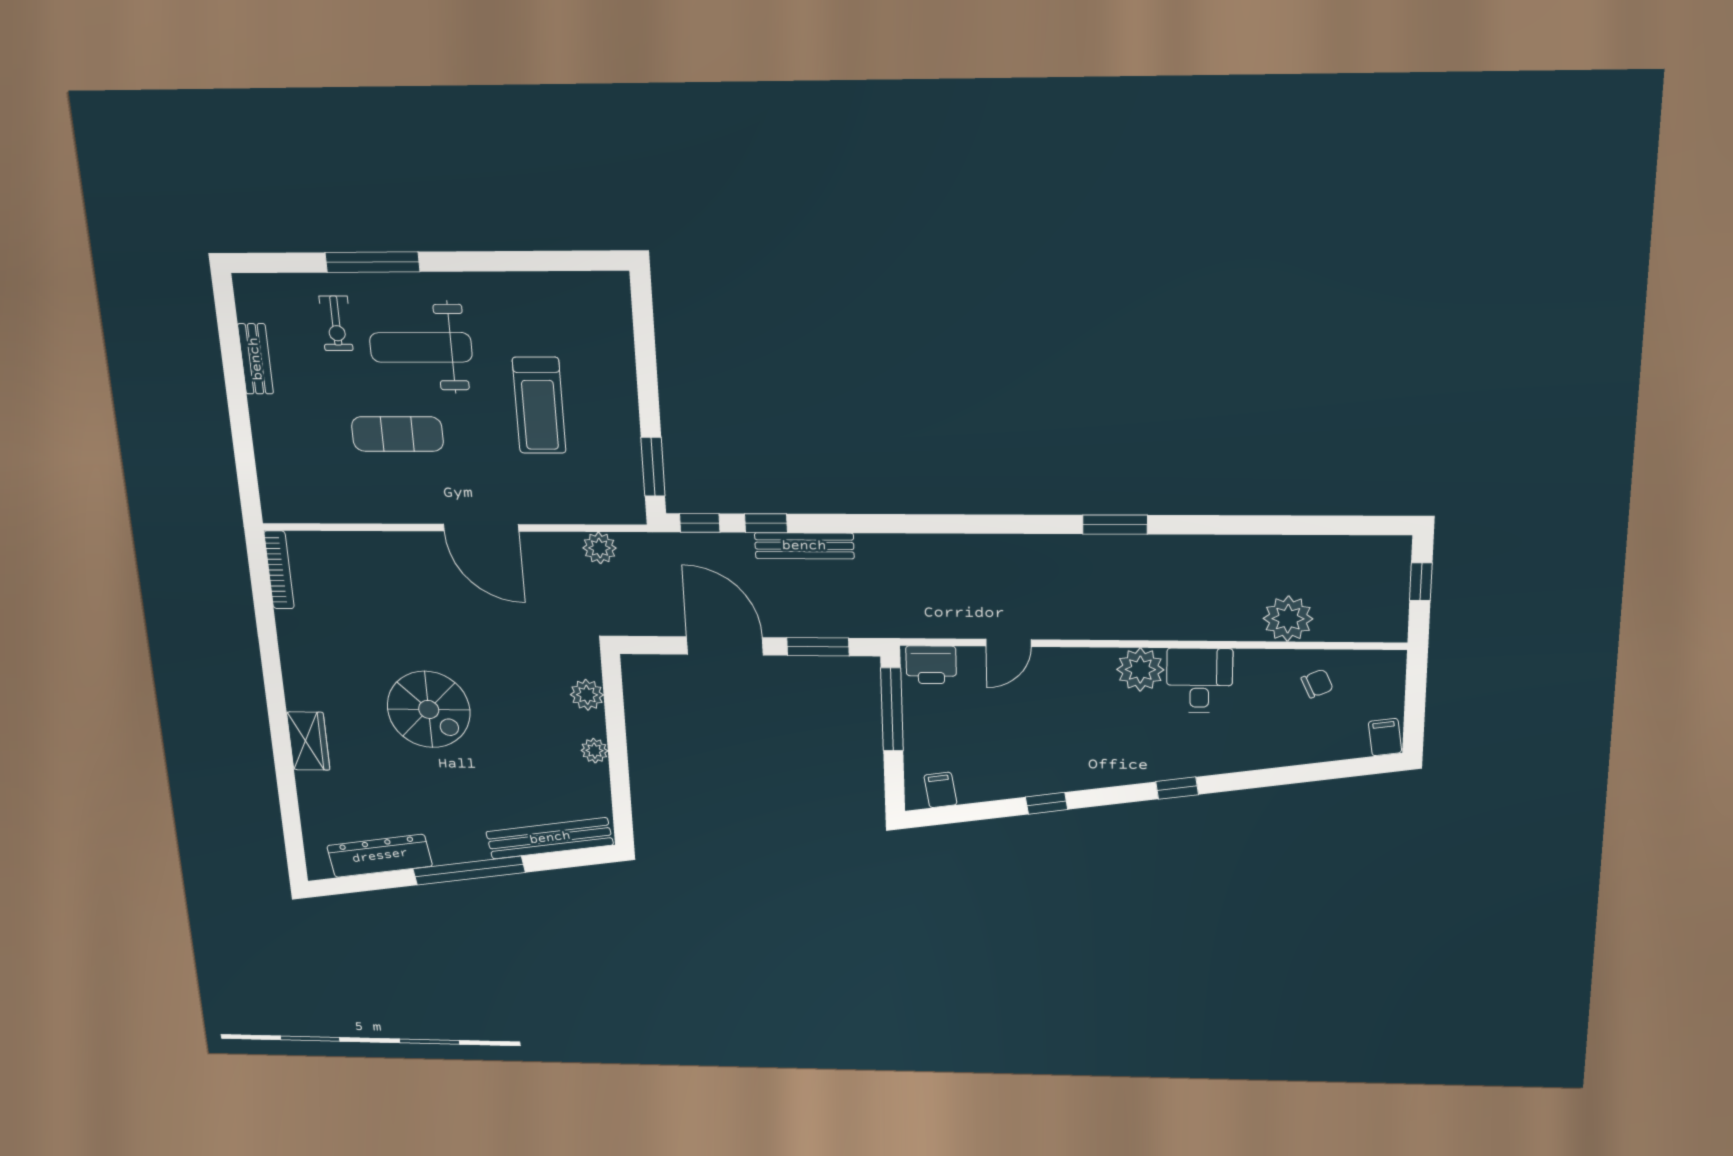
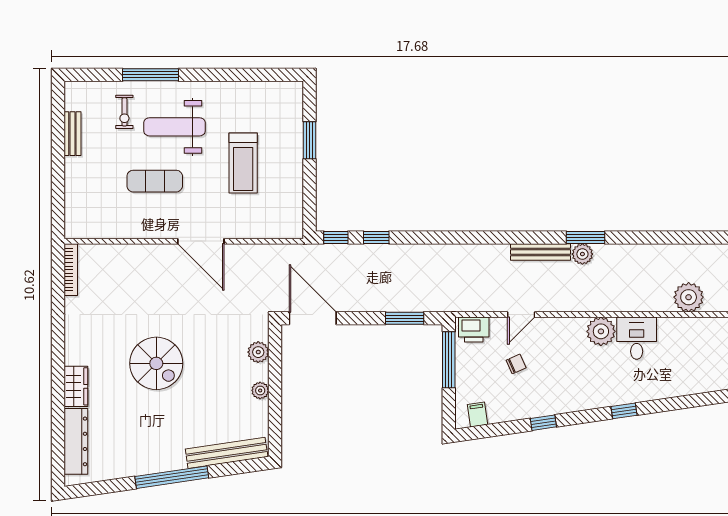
window: (653, 467) -> (310, 140), moved
bench: (804, 546) -> (540, 252), moved
plant: (600, 548) -> (582, 254), moved
door: (725, 646) -> (313, 318), moved
chair: (1317, 684) -> (516, 364), moved
dresser: (380, 856) -> (76, 441), moved, turned 98

